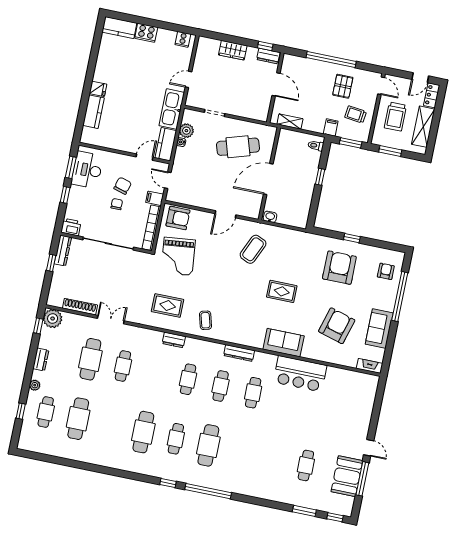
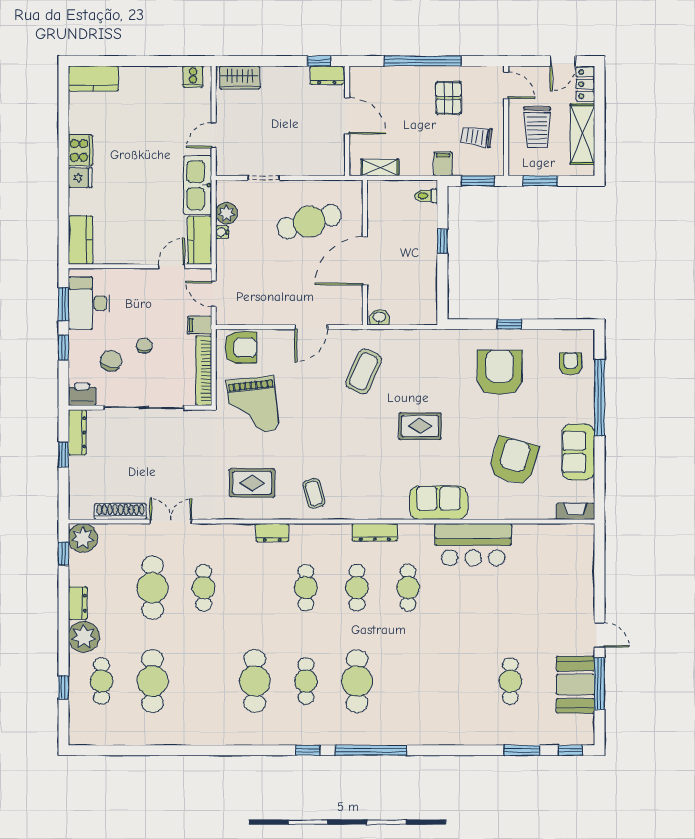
cooker: (146, 33) -> (80, 150), moved, turned -90
wardrobe: (233, 50) -> (240, 78), moved
kitchen counter: (93, 112) -> (80, 240), moved
chair: (123, 186) -> (111, 361), moved
plant: (35, 385) -> (84, 637), width x1.88, depth x1.88

